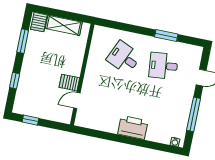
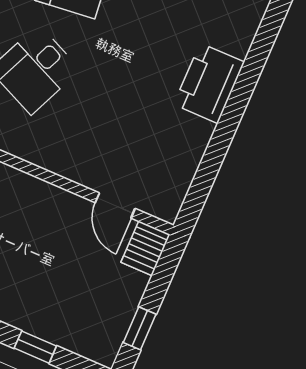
server rack: (69, 83) -> (146, 248), moved

